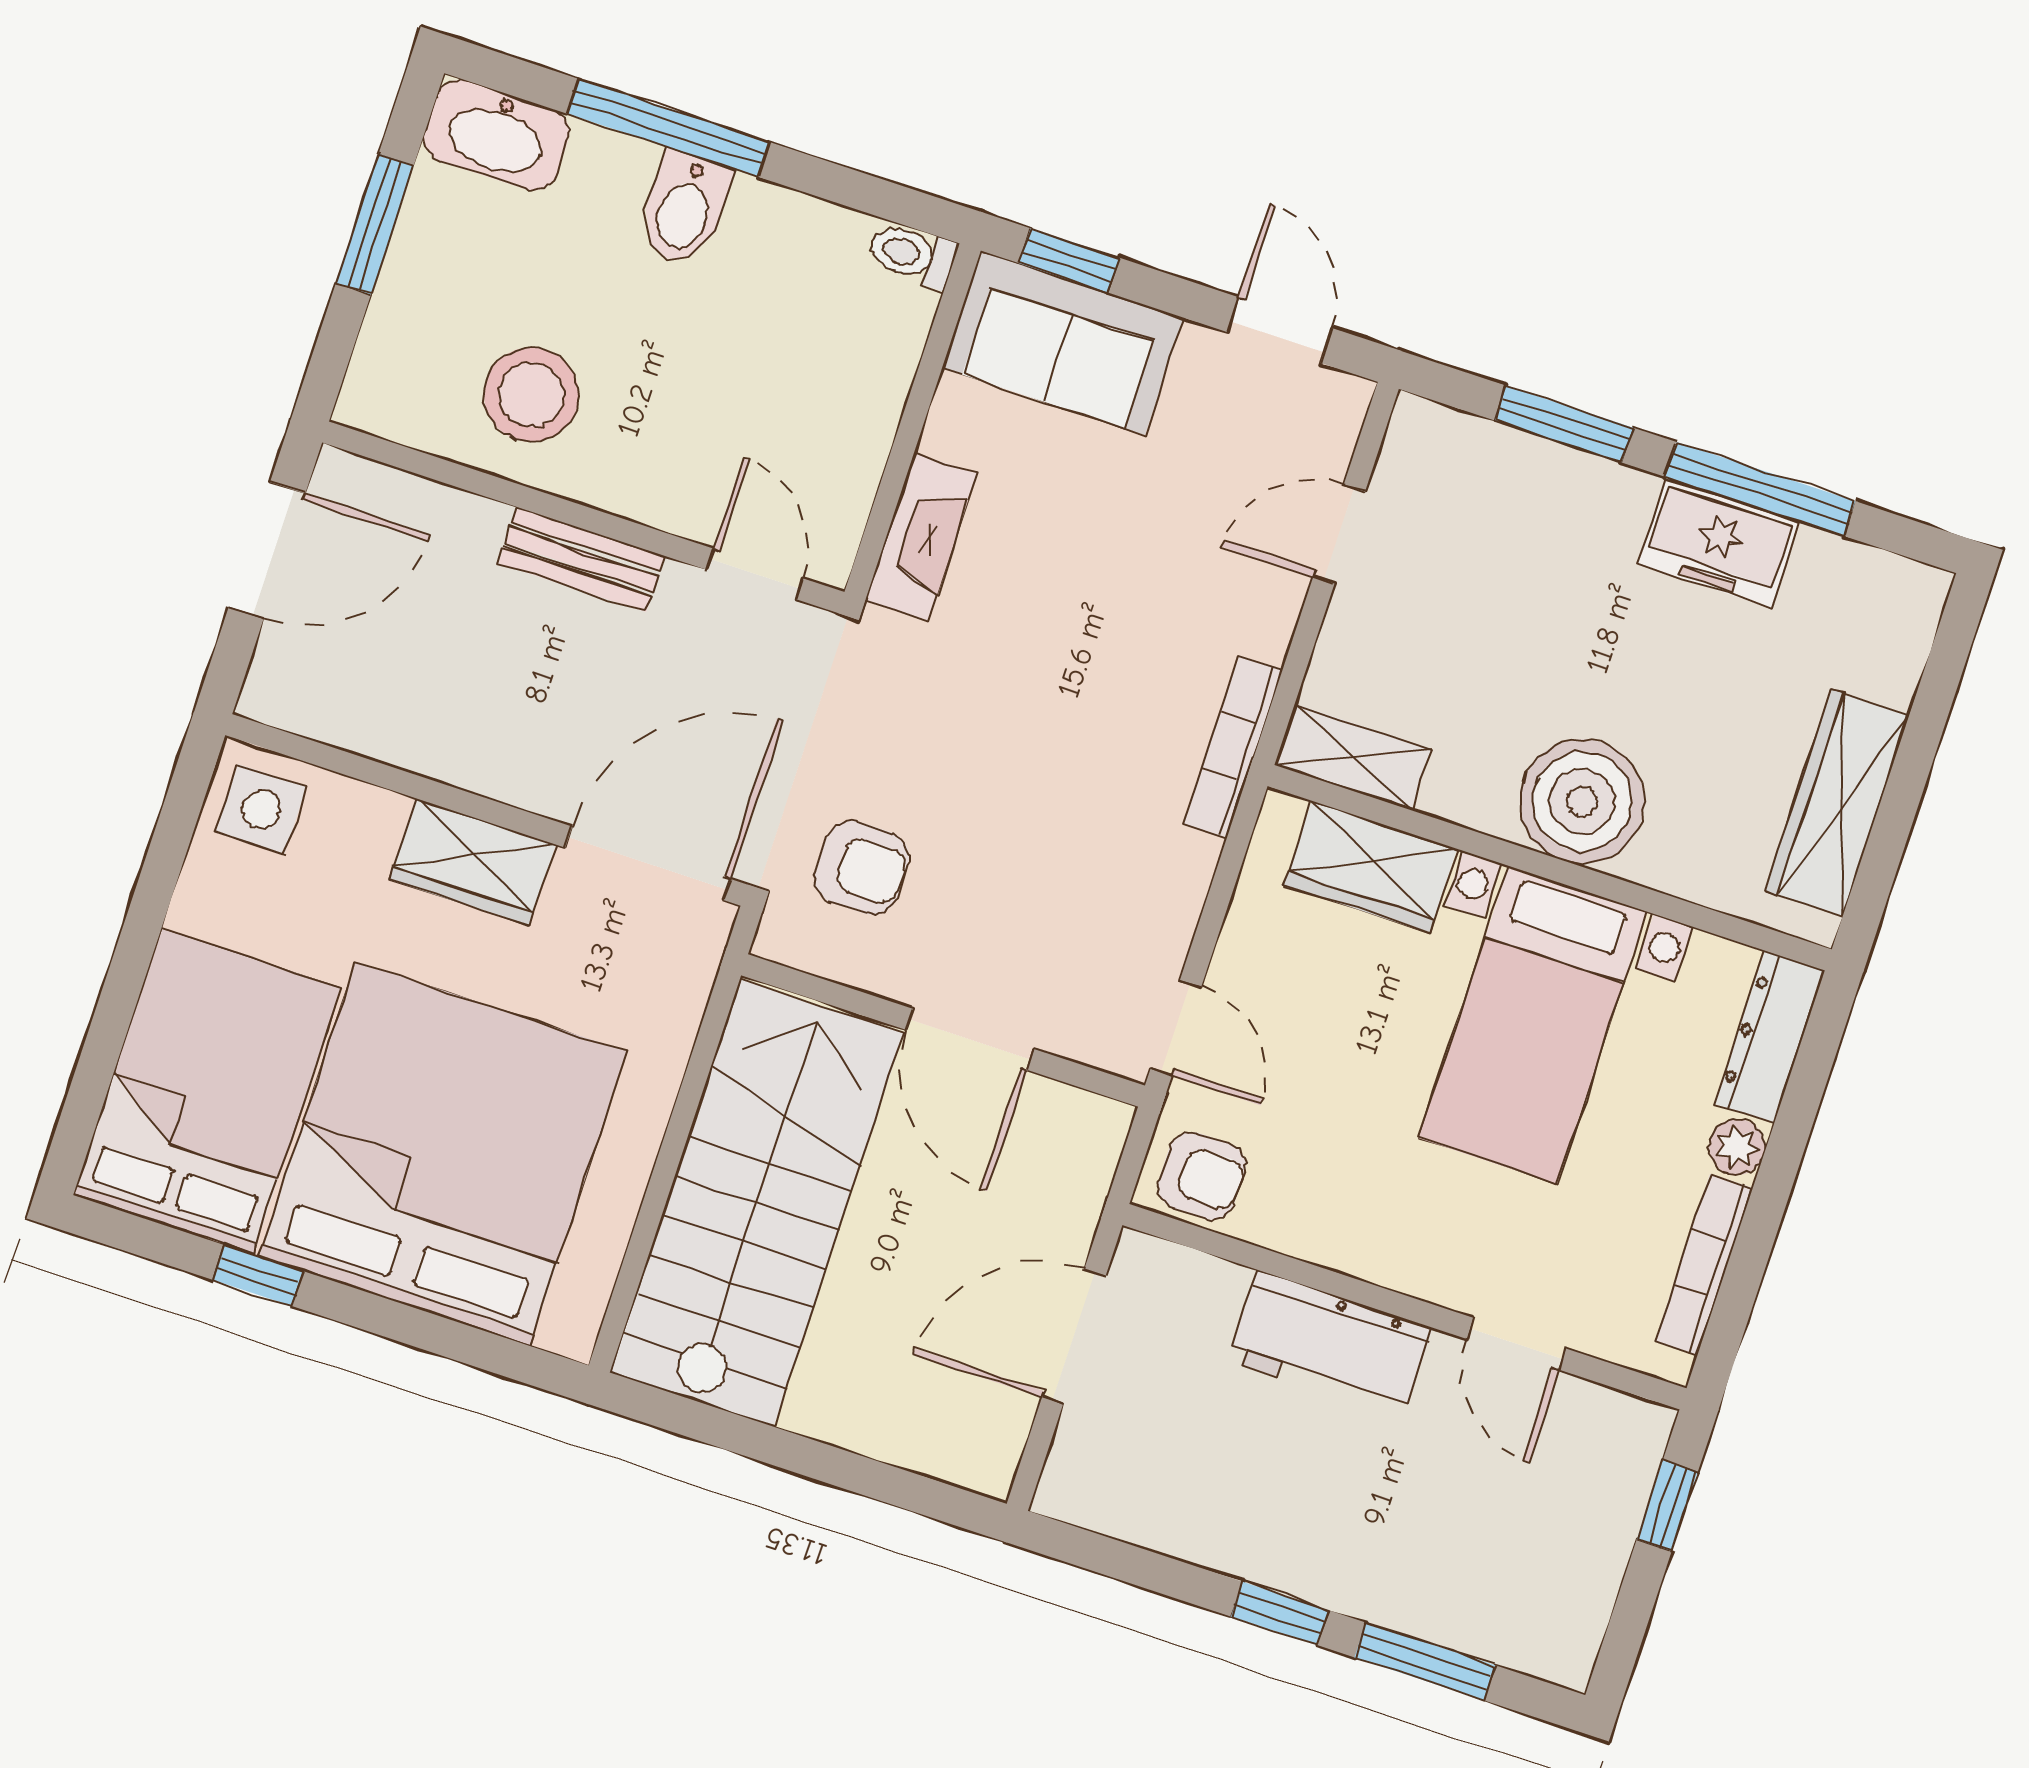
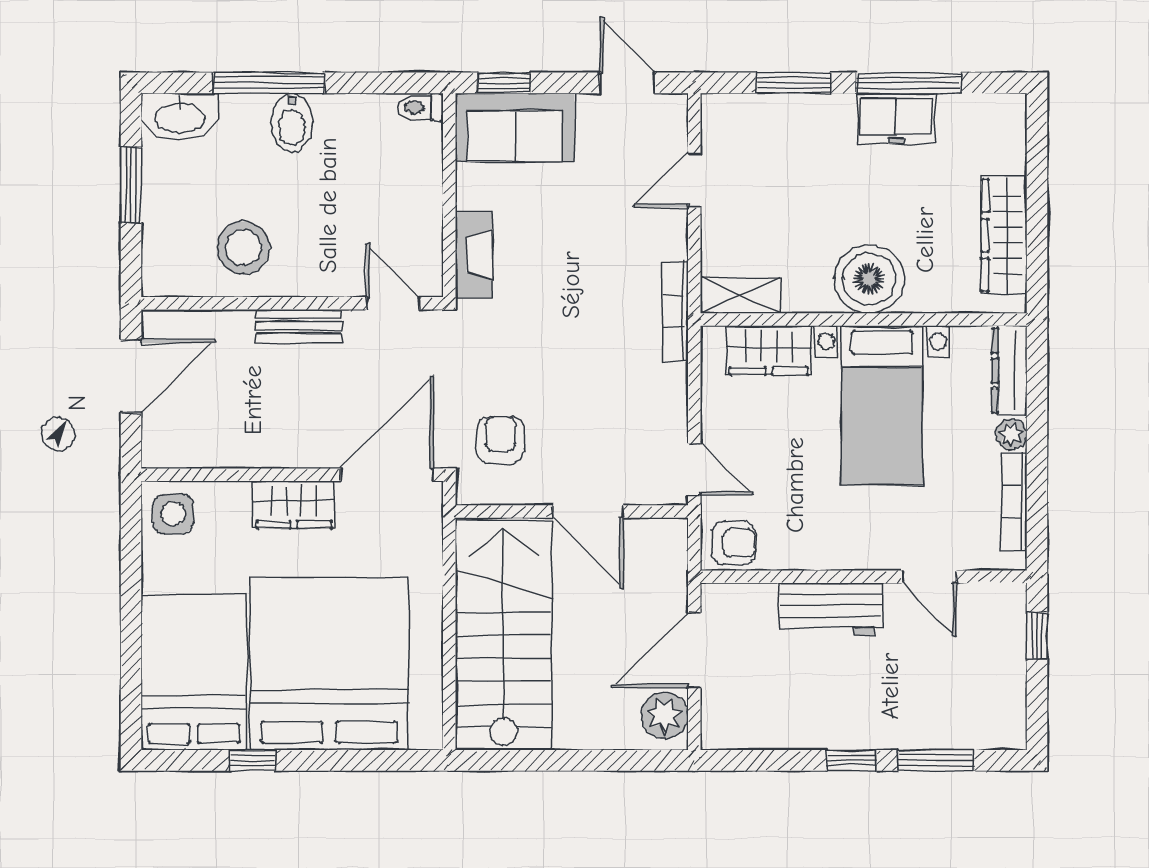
armchair: (862, 868) -> (500, 440), turned -90
plant: (987, 1431) -> (665, 715), added

